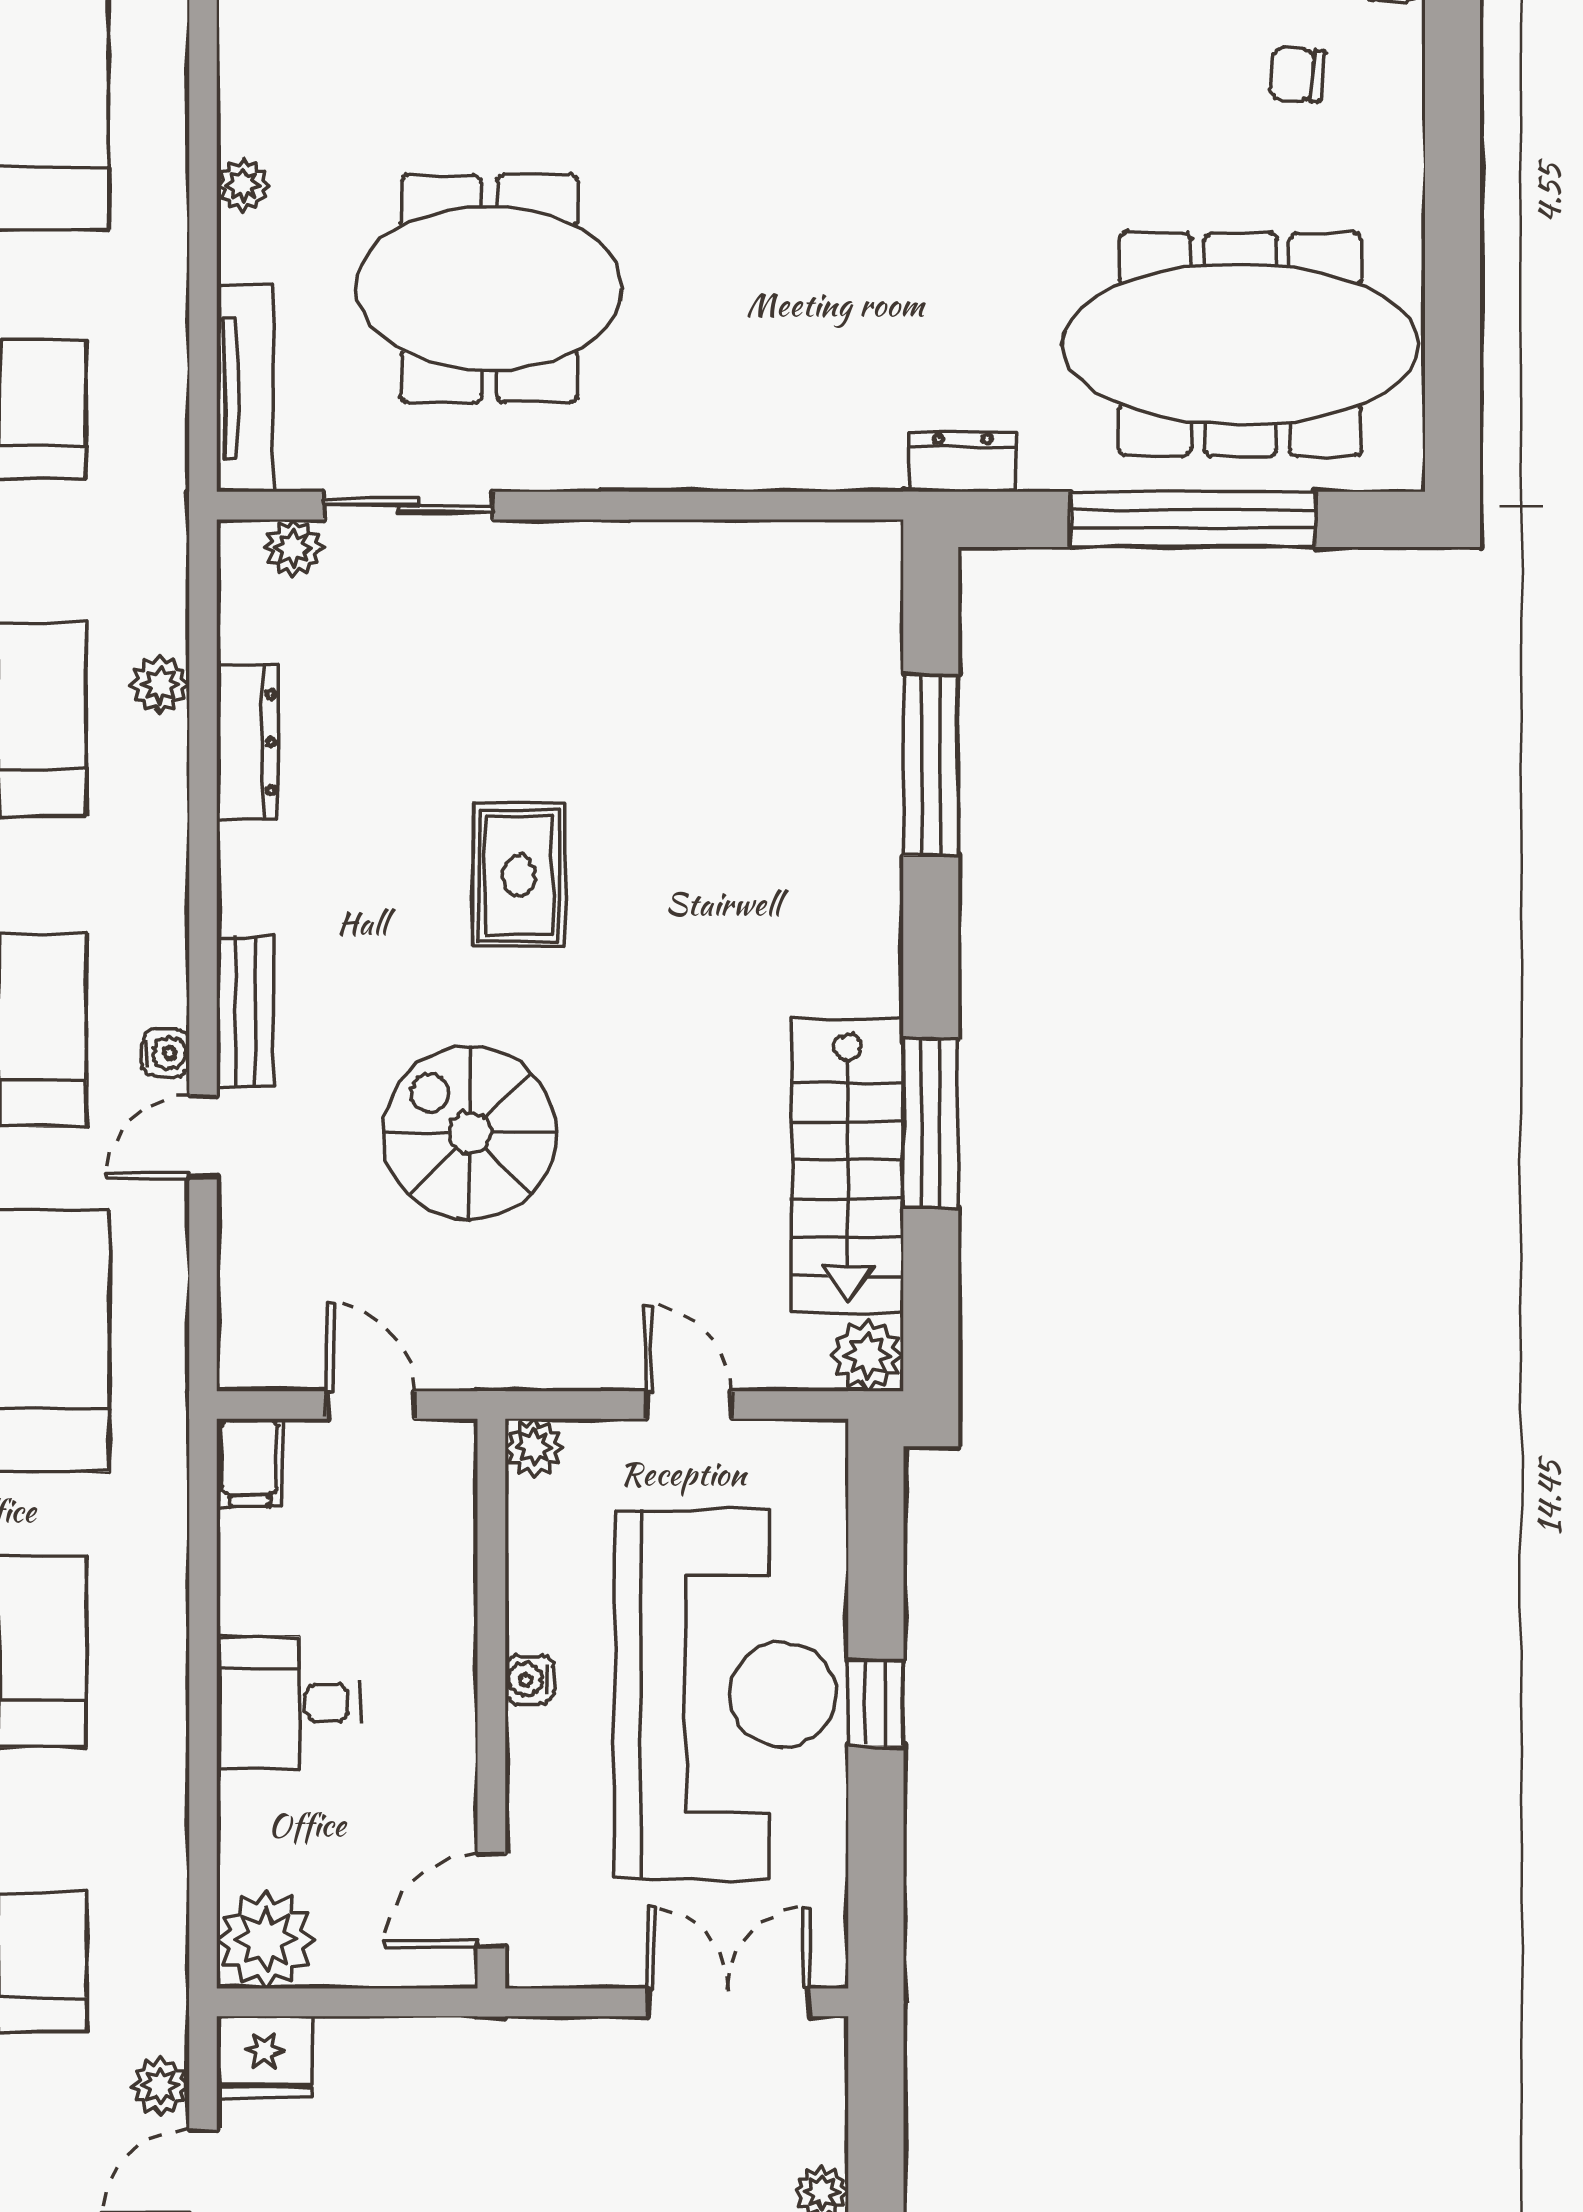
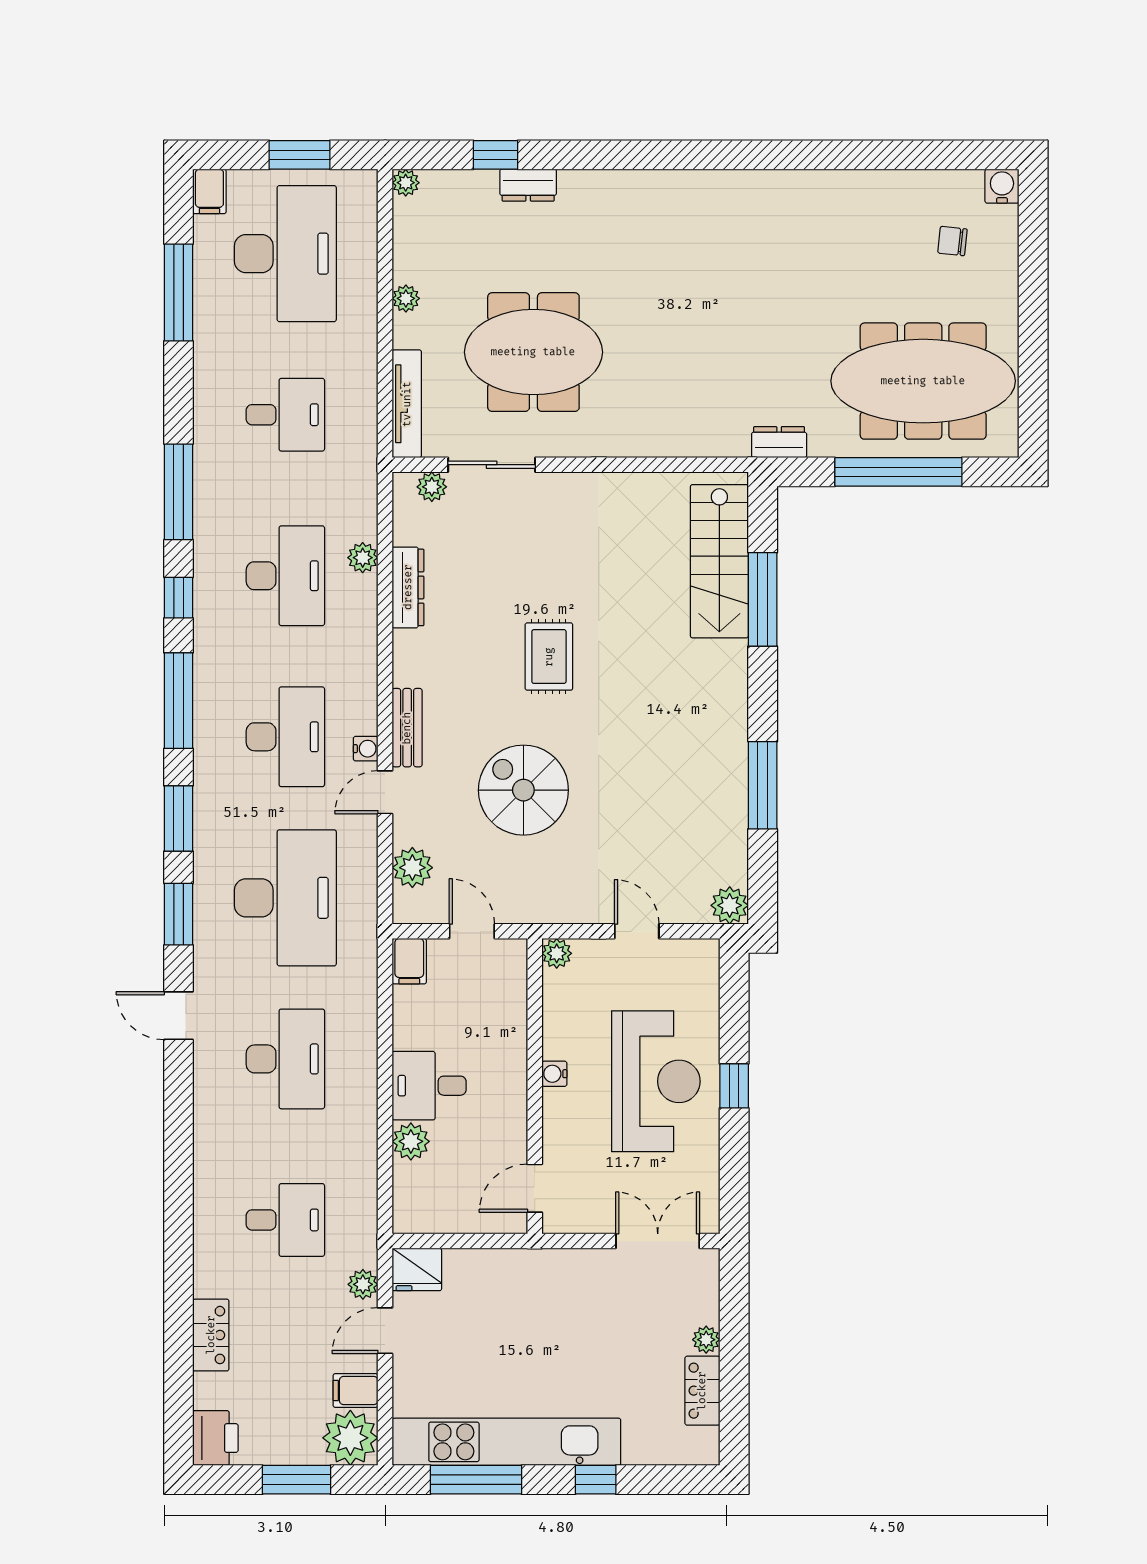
stairs: (847, 1166) -> (719, 561), moved
plant: (256, 1282) -> (412, 868), added
reception desk: (725, 1694) -> (656, 1081), width x0.74, depth x0.77
plant: (266, 1940) -> (411, 1141), moved, width x0.73, depth x0.73

